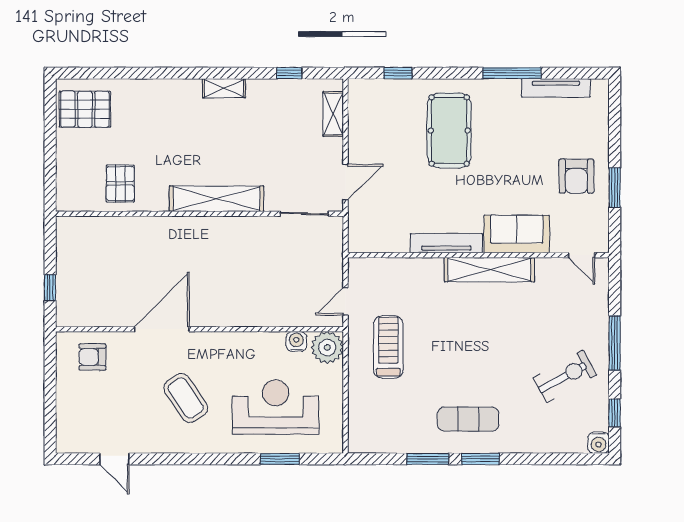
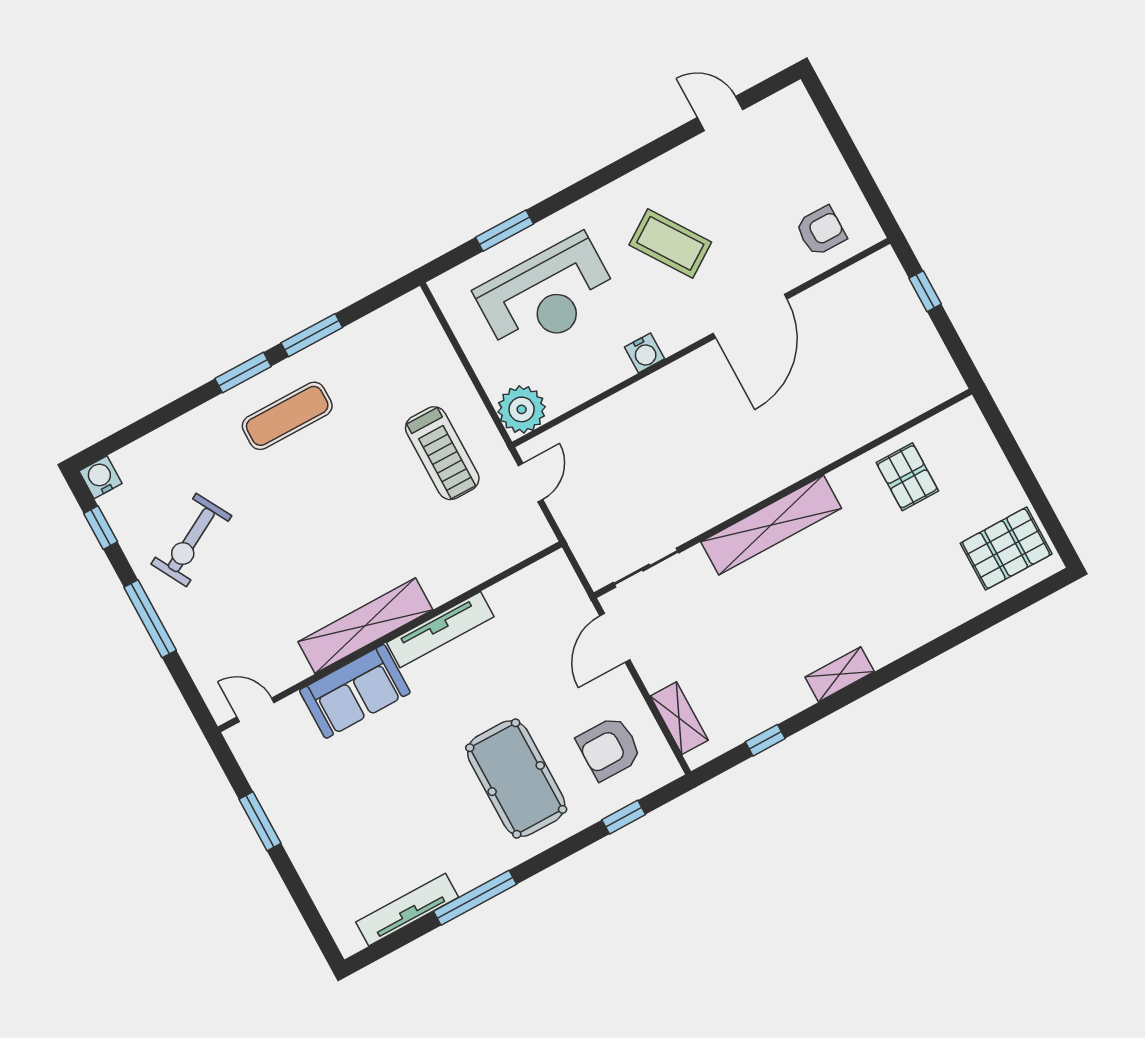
armchair: (576, 176) -> (609, 748), moved, turned -90
water cooler: (296, 341) -> (644, 353), moved

